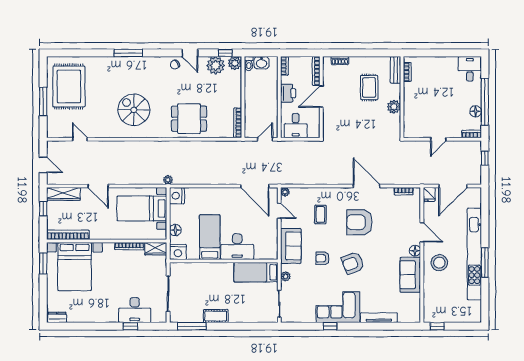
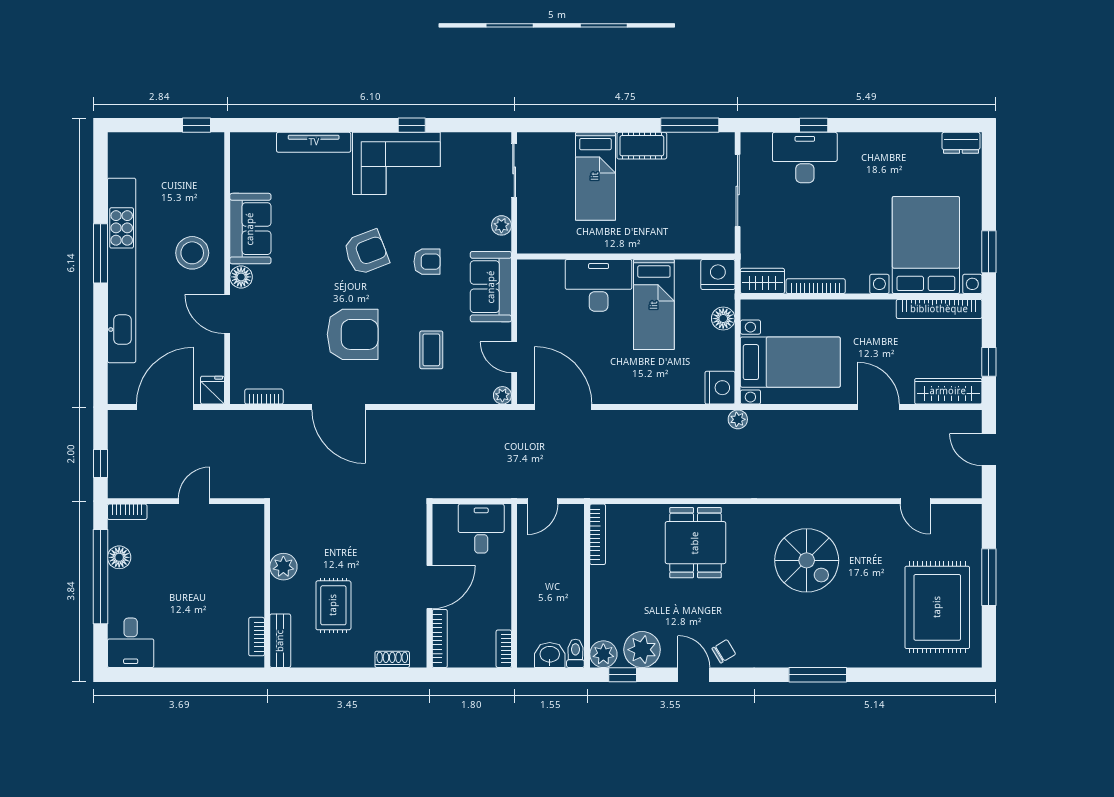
printer: (288, 93) -> (496, 594), removed
dining table: (189, 119) -> (695, 543), turned 90
bed: (256, 272) -> (595, 176), moved, turned 90

